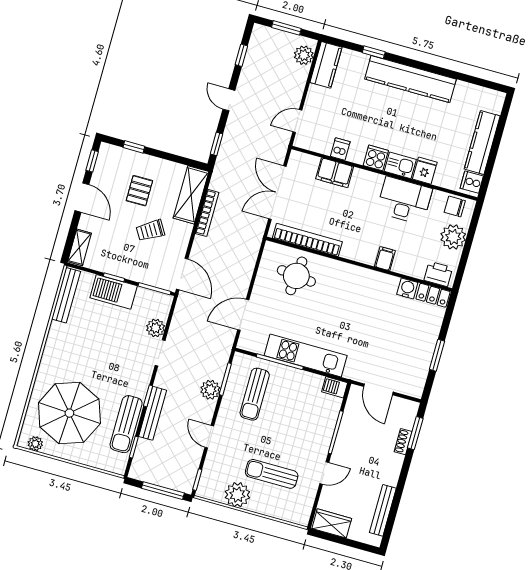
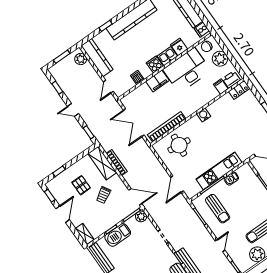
kitchen counter: (326, 65) -> (97, 58), width x1.50
filing cabinet: (335, 173) -> (157, 81), moved
door: (82, 198) -> (63, 214), hinge flipped
desk: (404, 200) -> (187, 70), width x1.36, depth x1.30
filing cabinet: (385, 259) -> (221, 87), moved
water cooler: (407, 288) -> (204, 115), moved
plant: (156, 328) -> (141, 216), moved
barbecue: (335, 387) -> (231, 179), moved
plant: (210, 390) -> (199, 227), removed
door: (209, 437) -> (220, 245), swing flipped

